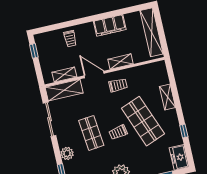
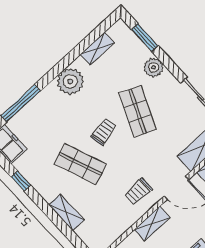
shop shelf: (143, 121) -> (80, 164), width x0.70, depth x0.74
shop shelf: (91, 133) -> (138, 111), turned 30

